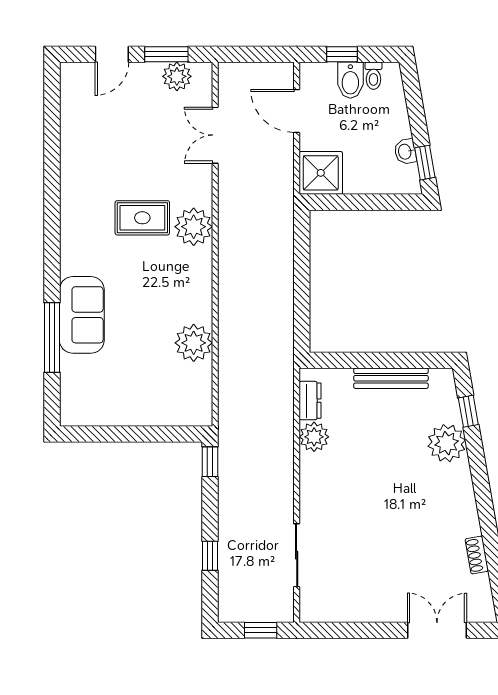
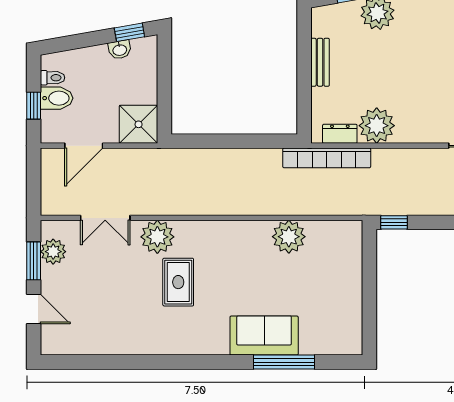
plant: (194, 227) -> (157, 237), moved
bench: (391, 378) -> (320, 62), width x0.73
bookcase: (283, 386) -> (327, 158), added
plant: (314, 437) -> (377, 126), width x1.36, depth x1.36

